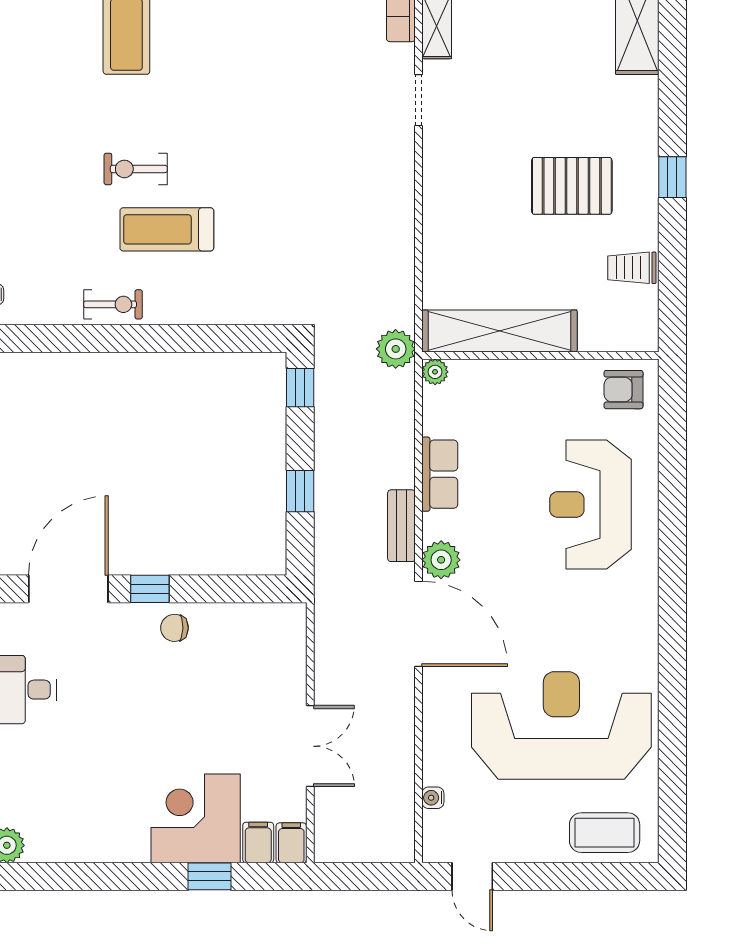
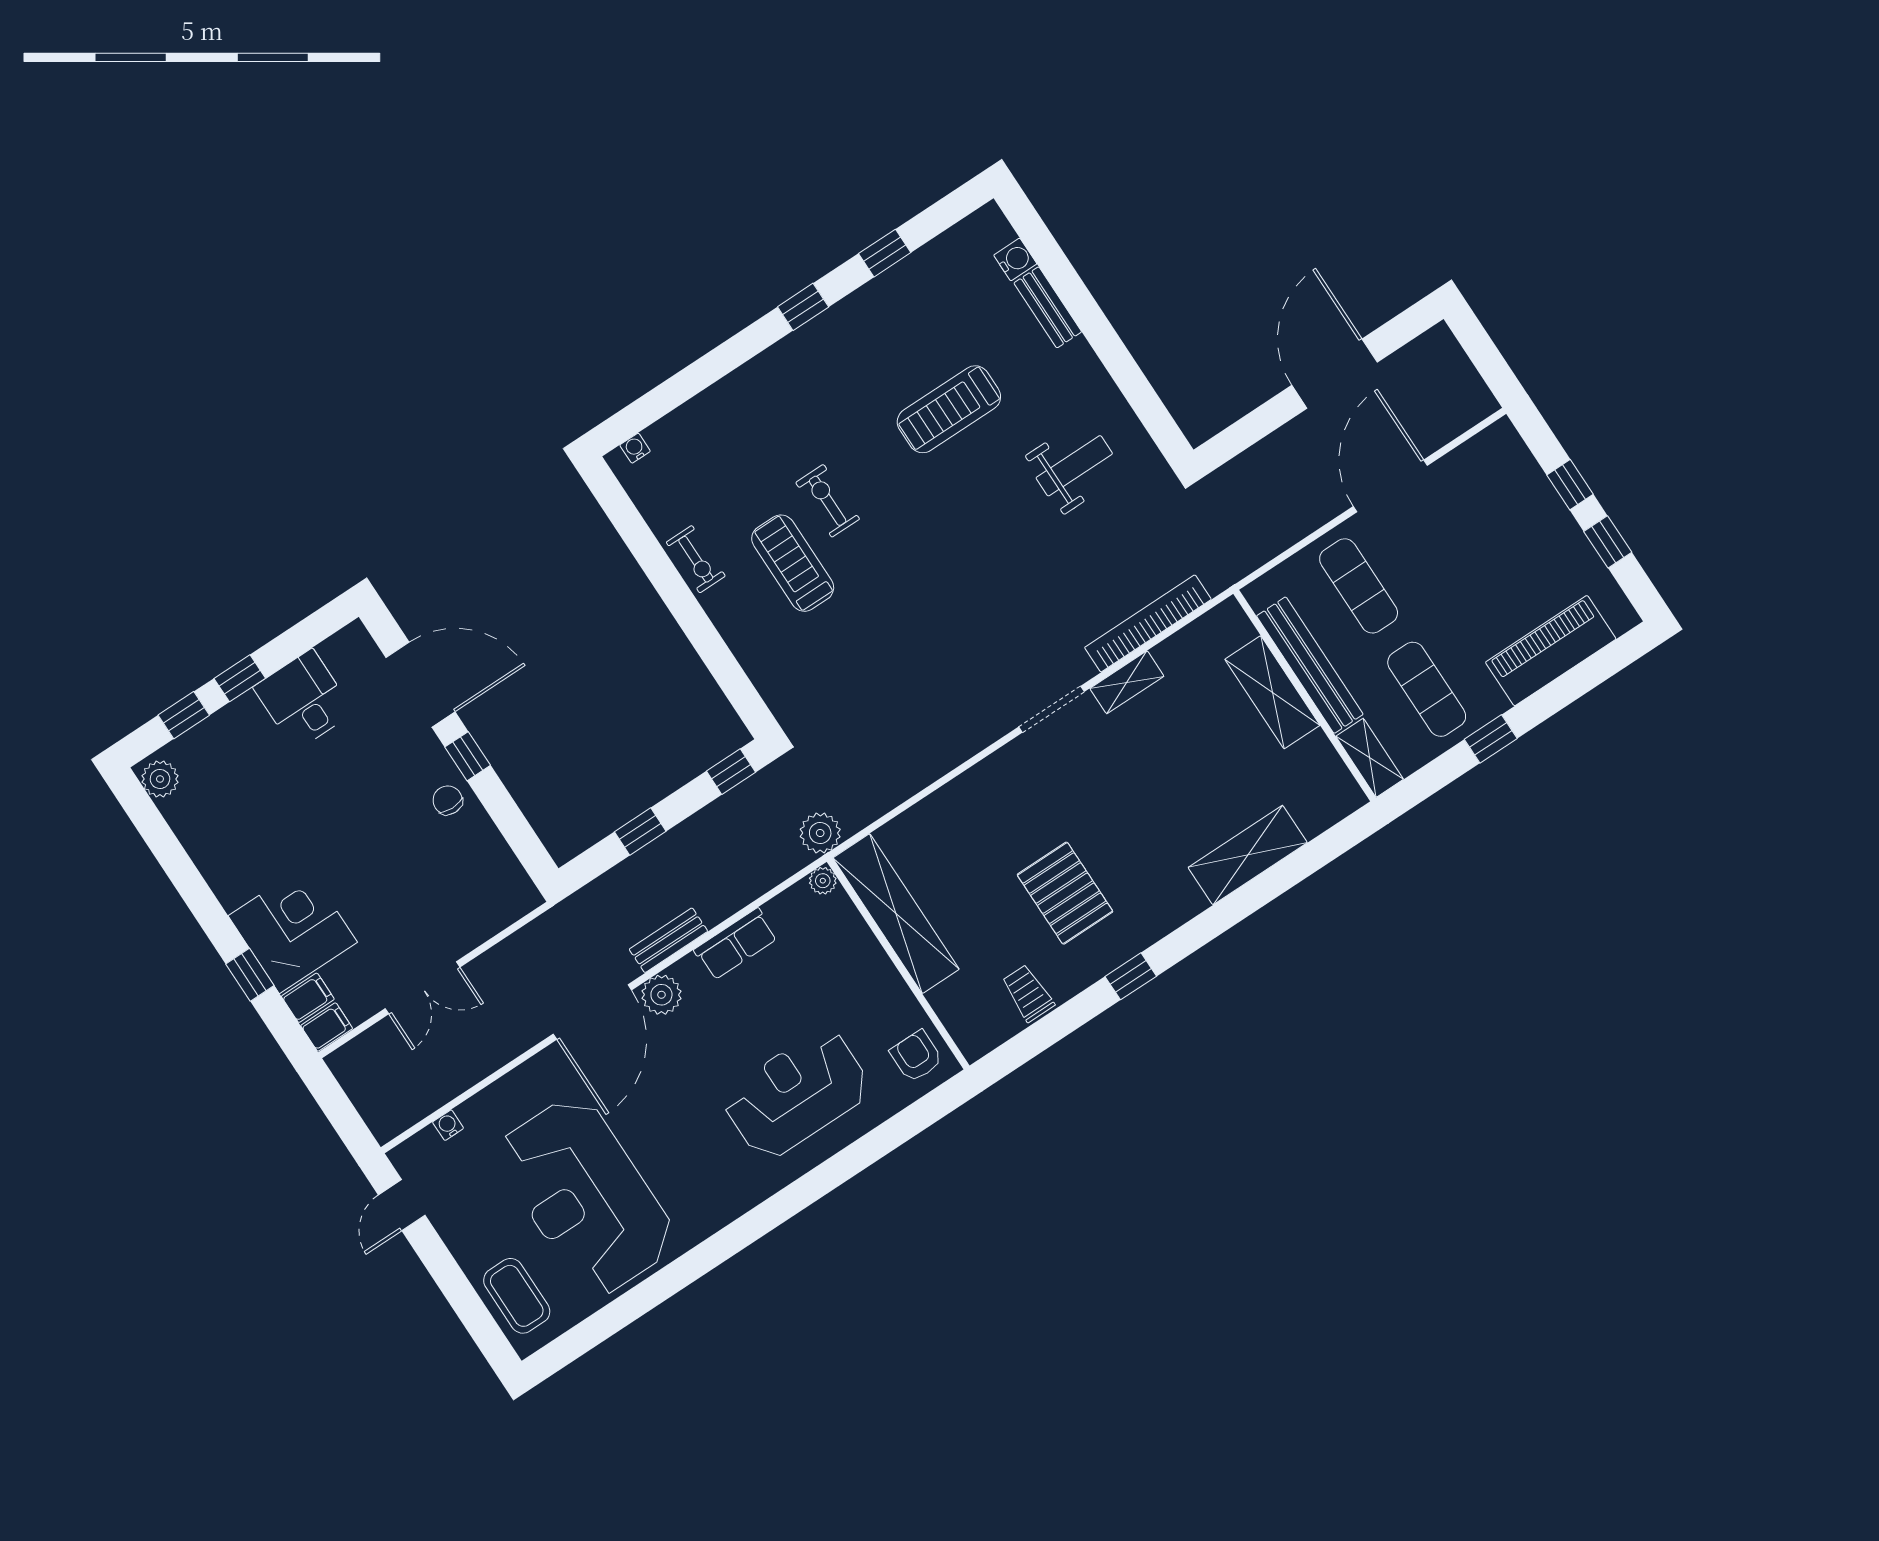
doorway: (419, 100) -> (1052, 709), width x1.38
reception desk: (561, 726) -> (586, 1196), turned 180

